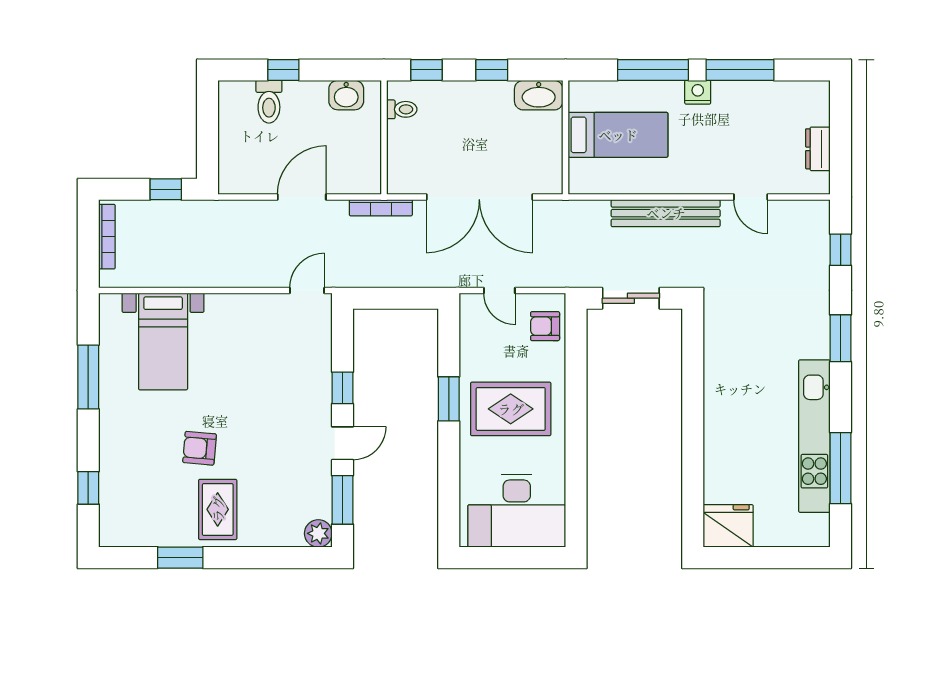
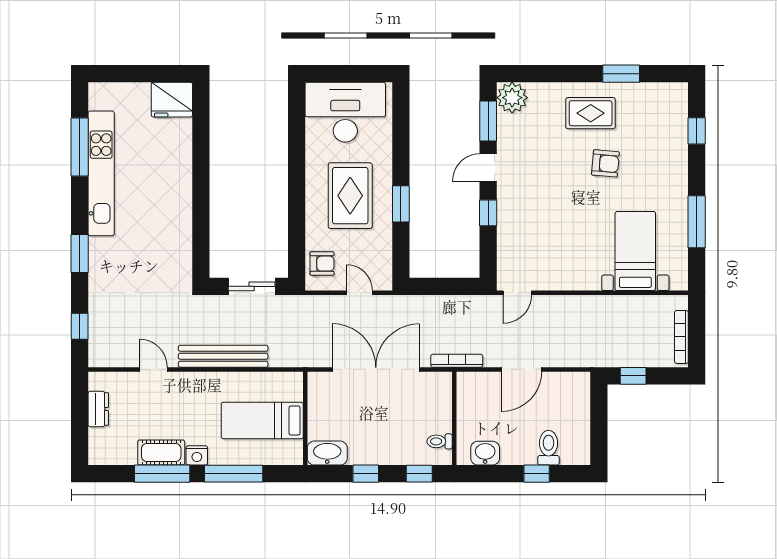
cot: (741, 96) -> (161, 452), added
rug: (511, 409) -> (350, 196), turned 90
rug: (218, 509) -> (591, 113), turned 90
plant: (318, 533) -> (512, 98), width x1.36, depth x1.36

